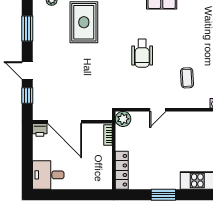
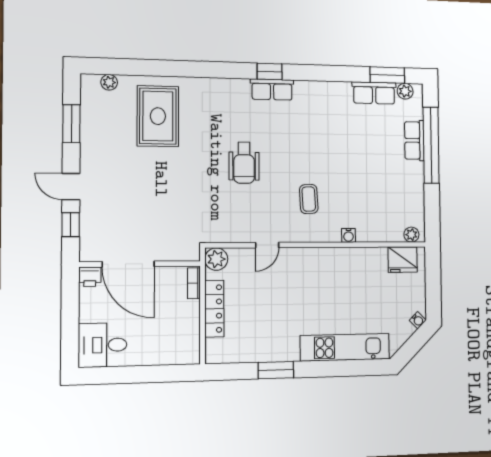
locker: (122, 170) -> (214, 309), moved

